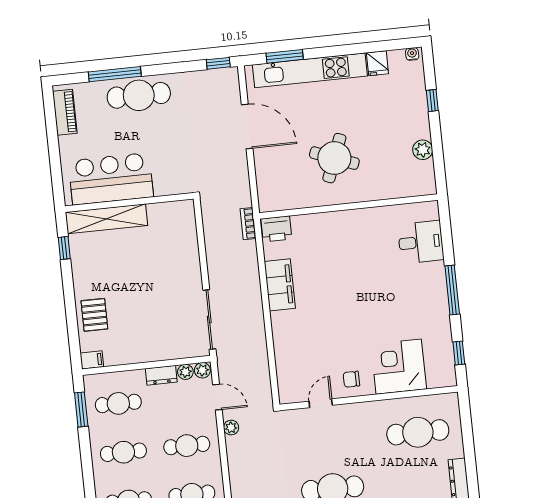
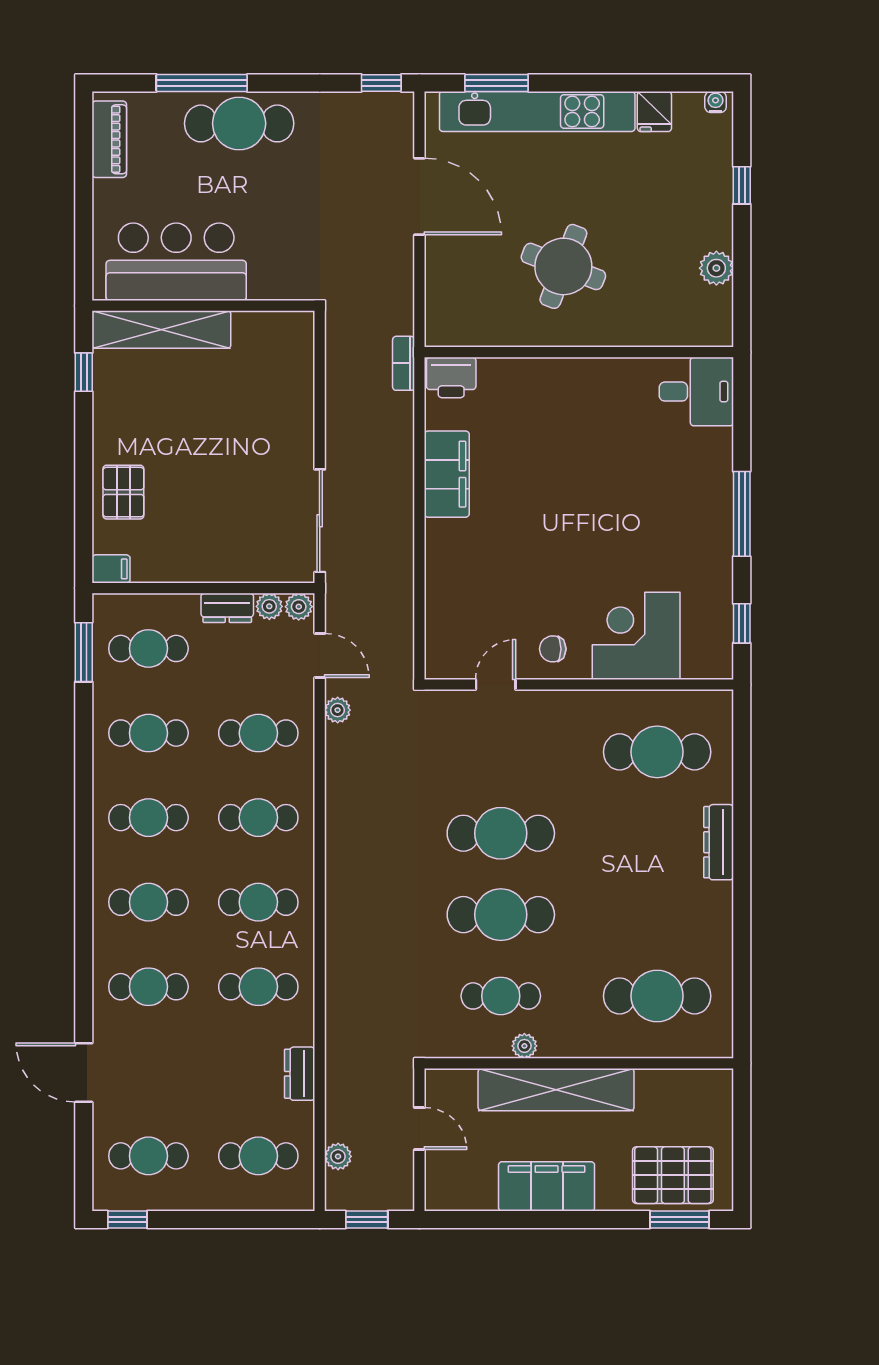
desk: (421, 242) -> (696, 392), moved

